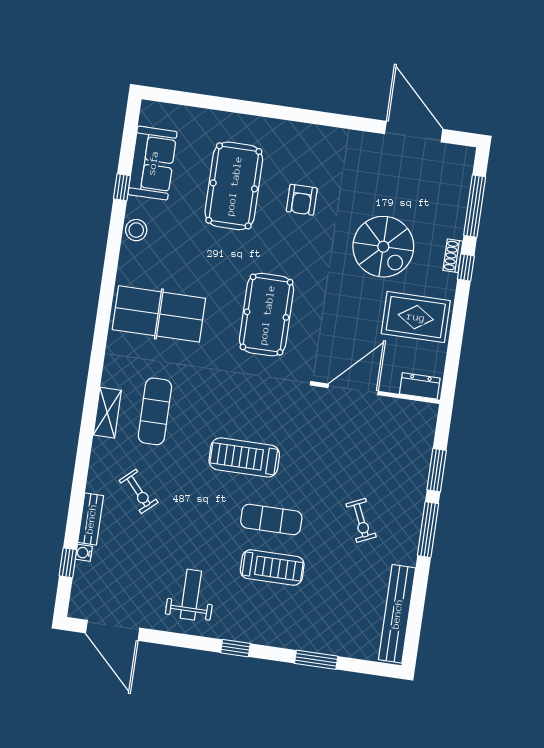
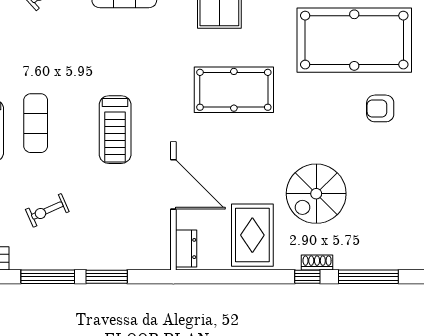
pool table: (234, 186) -> (354, 40), width x1.36, depth x1.32
armchair: (302, 200) -> (380, 108), moved
treadmill: (244, 457) -> (115, 130), moved, turned 180

